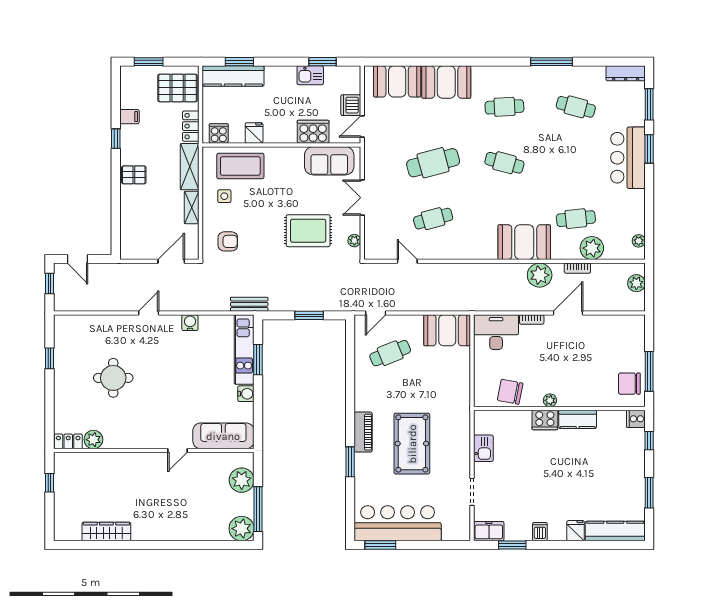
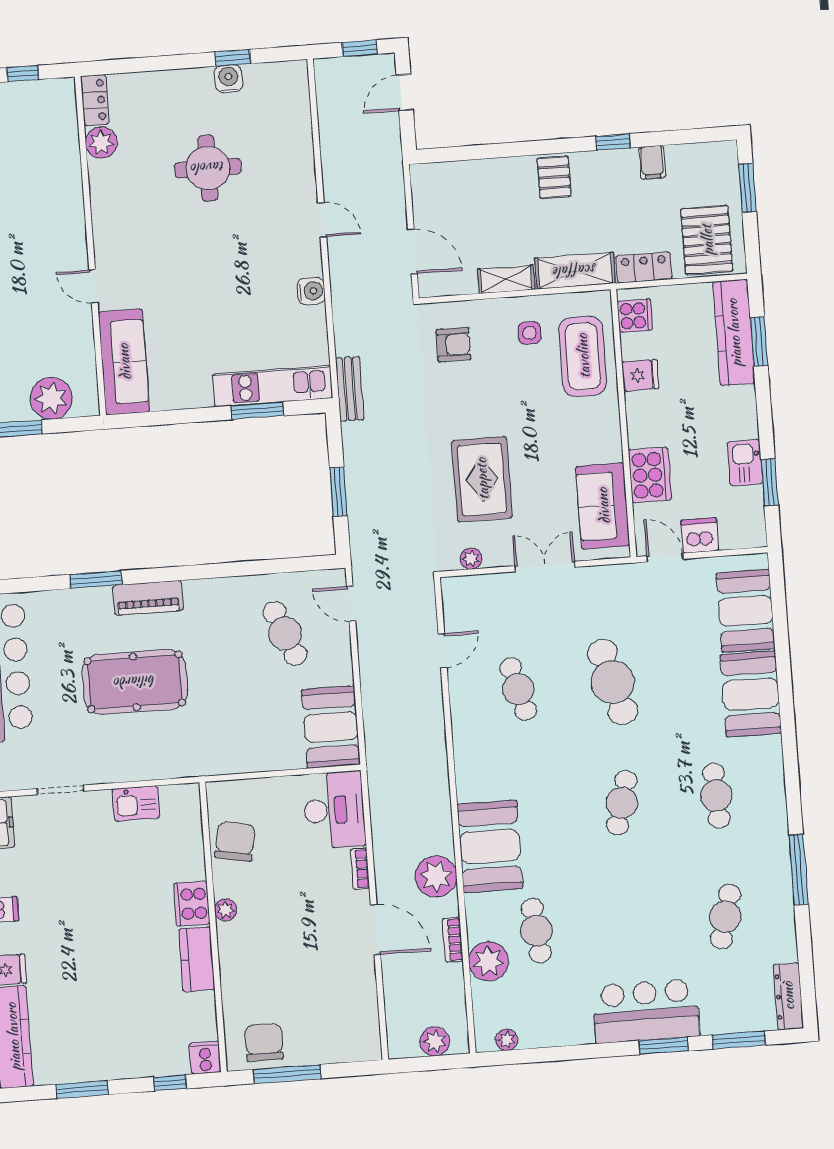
armchair: (228, 241) -> (453, 345), turned -90
water cooler: (246, 394) -> (228, 79), moved, turned 180

